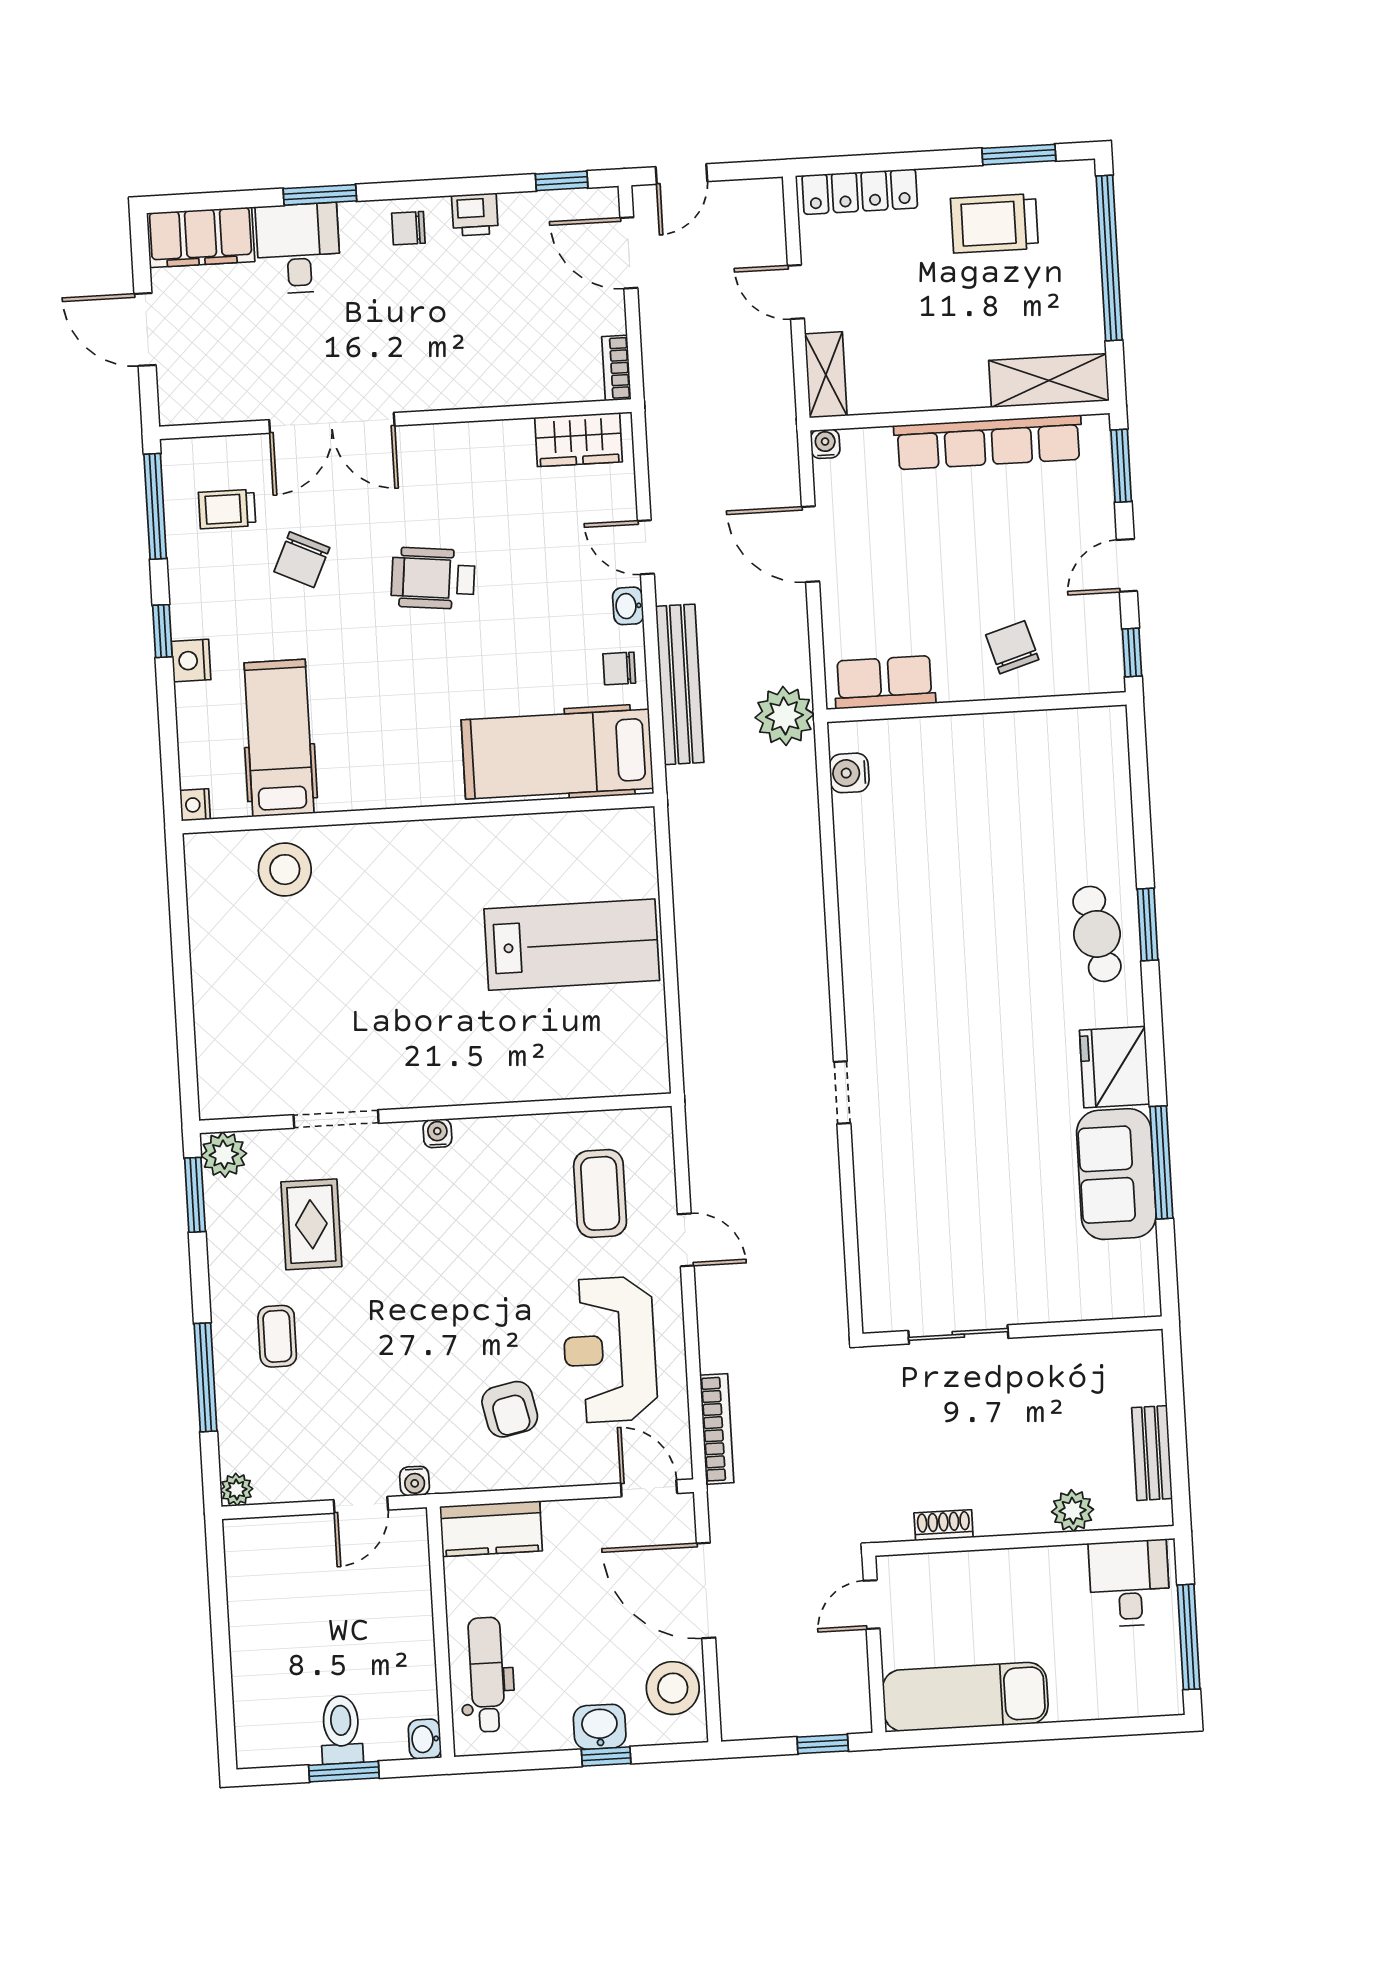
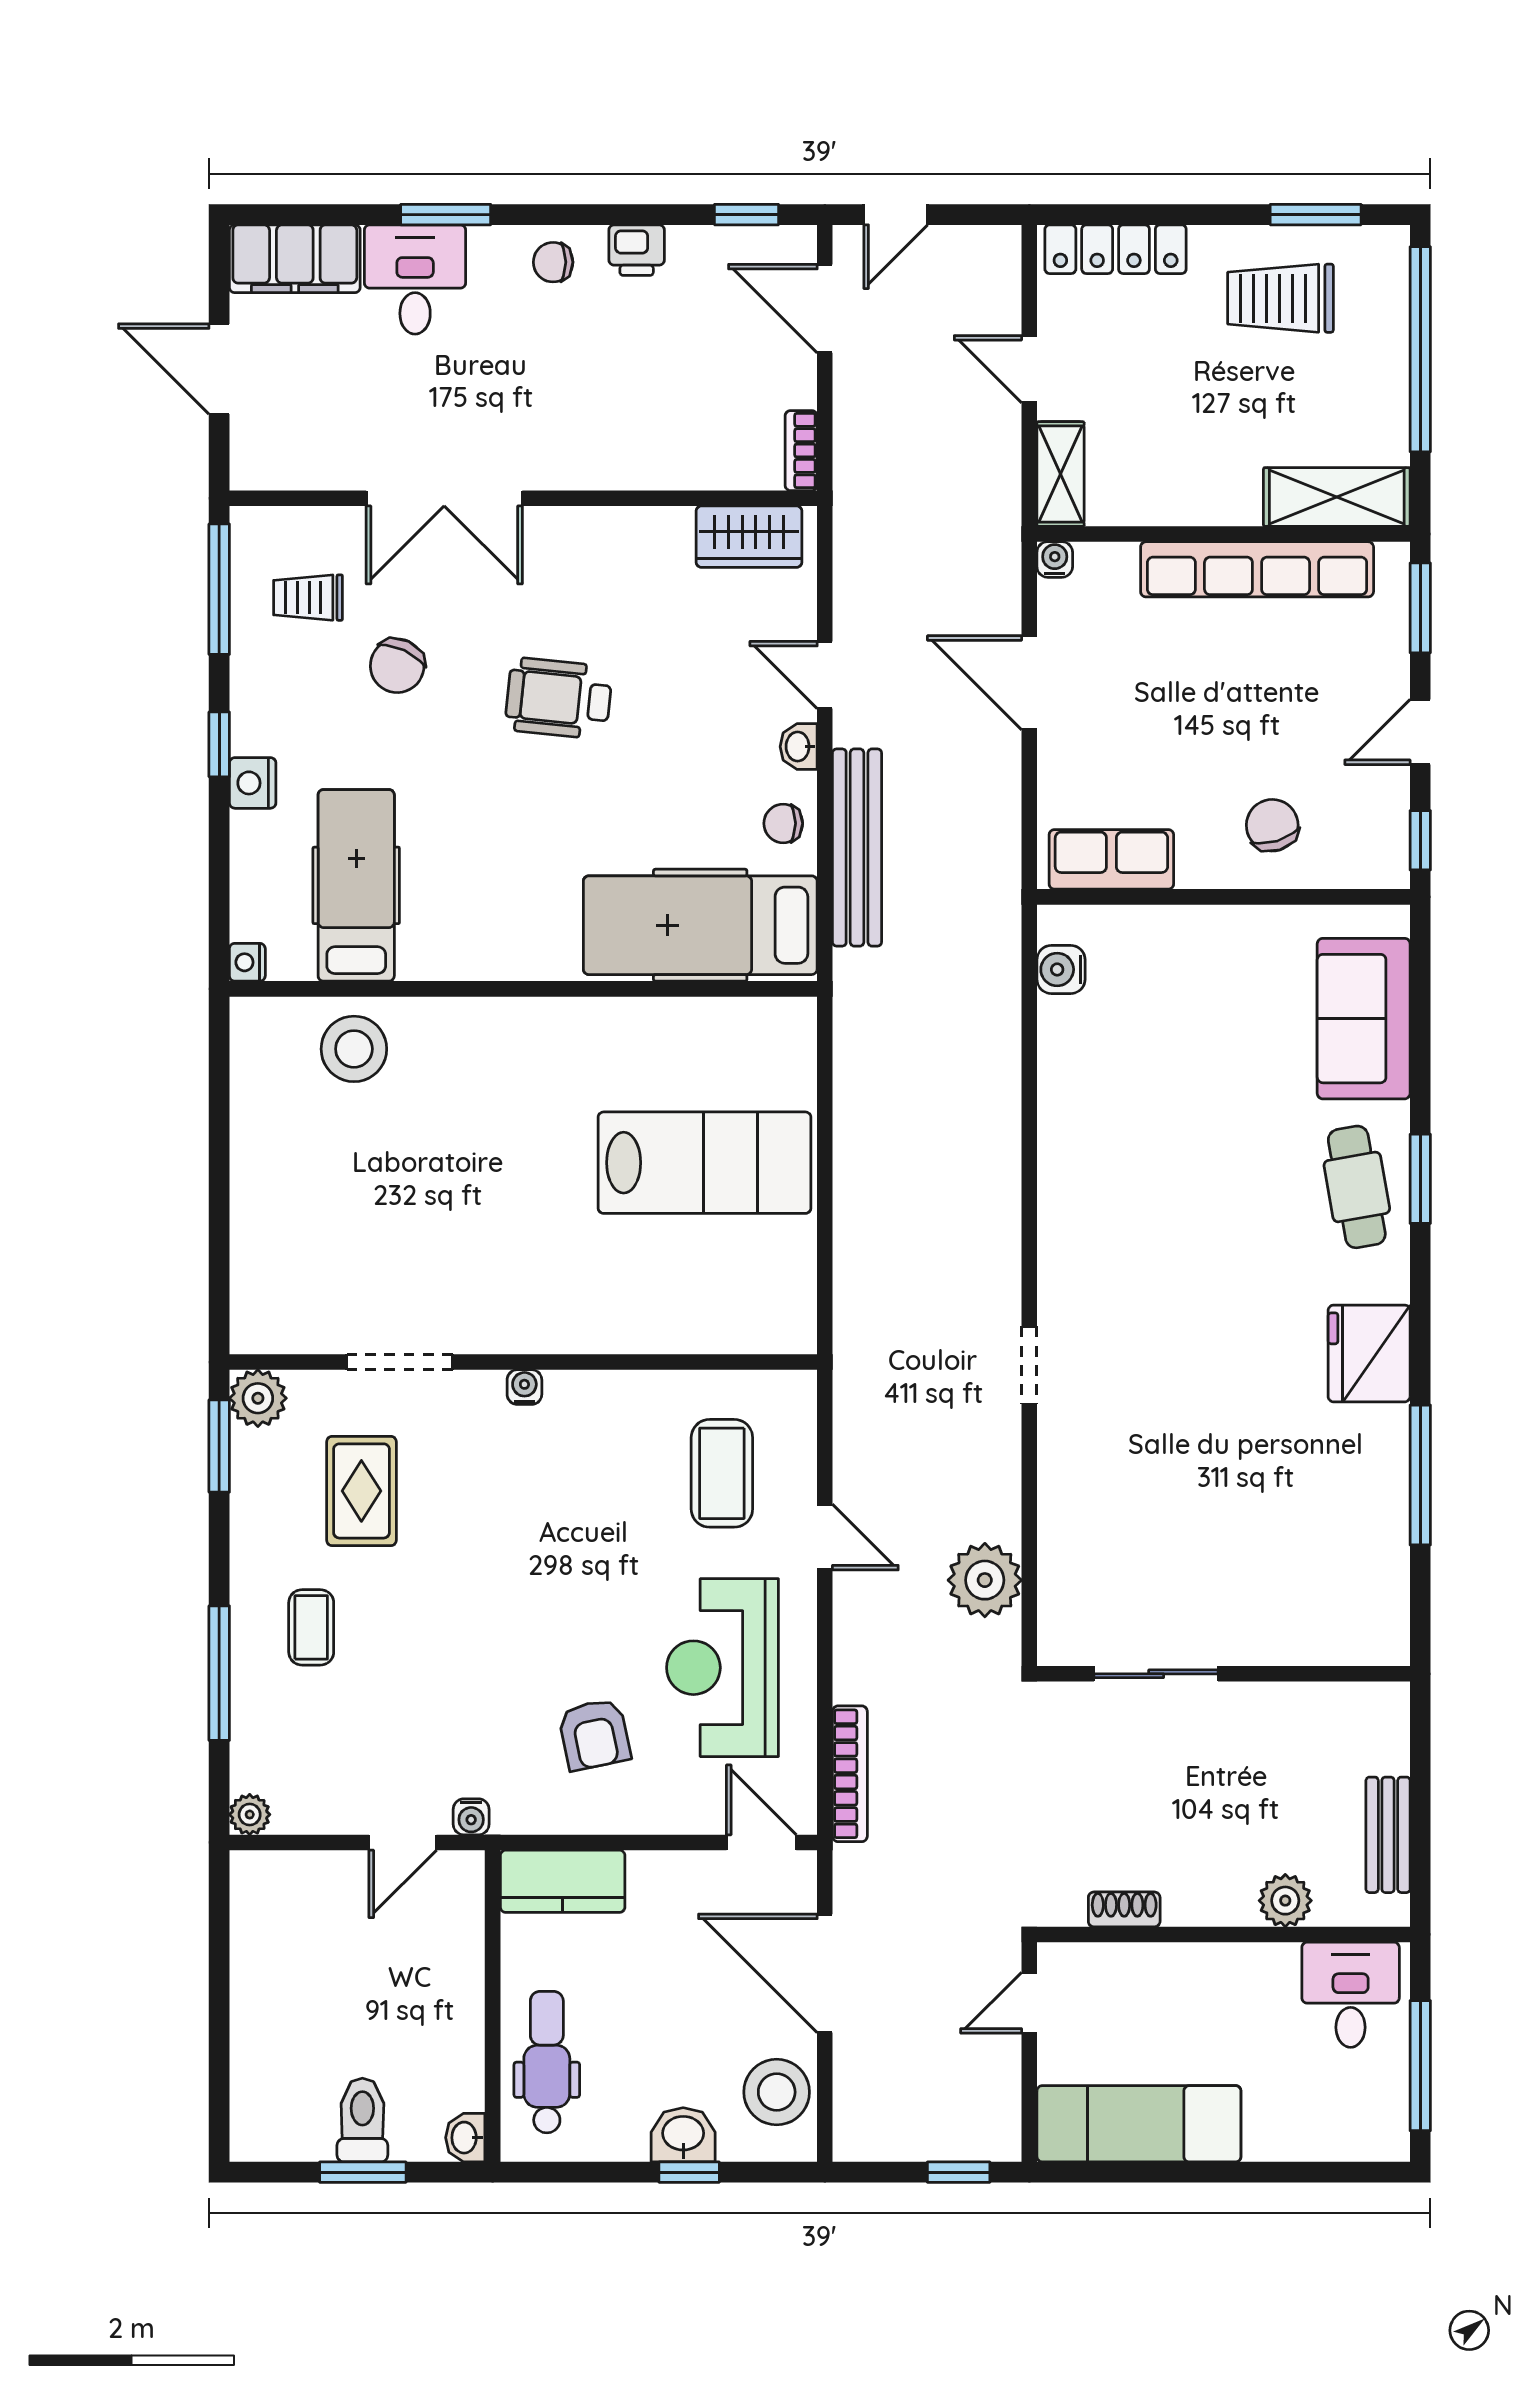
plant: (784, 716) -> (985, 1580), moved
sofa: (1116, 1174) -> (1364, 1019), moved

